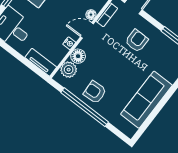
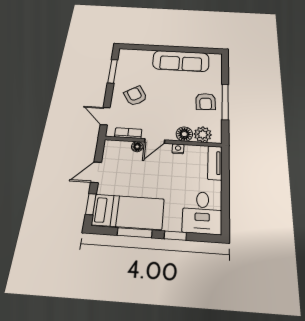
door: (87, 30) -> (155, 141), hinge flipped
armchair: (137, 41) -> (135, 96), turned 59
window: (85, 107) -> (225, 102), width x0.68

